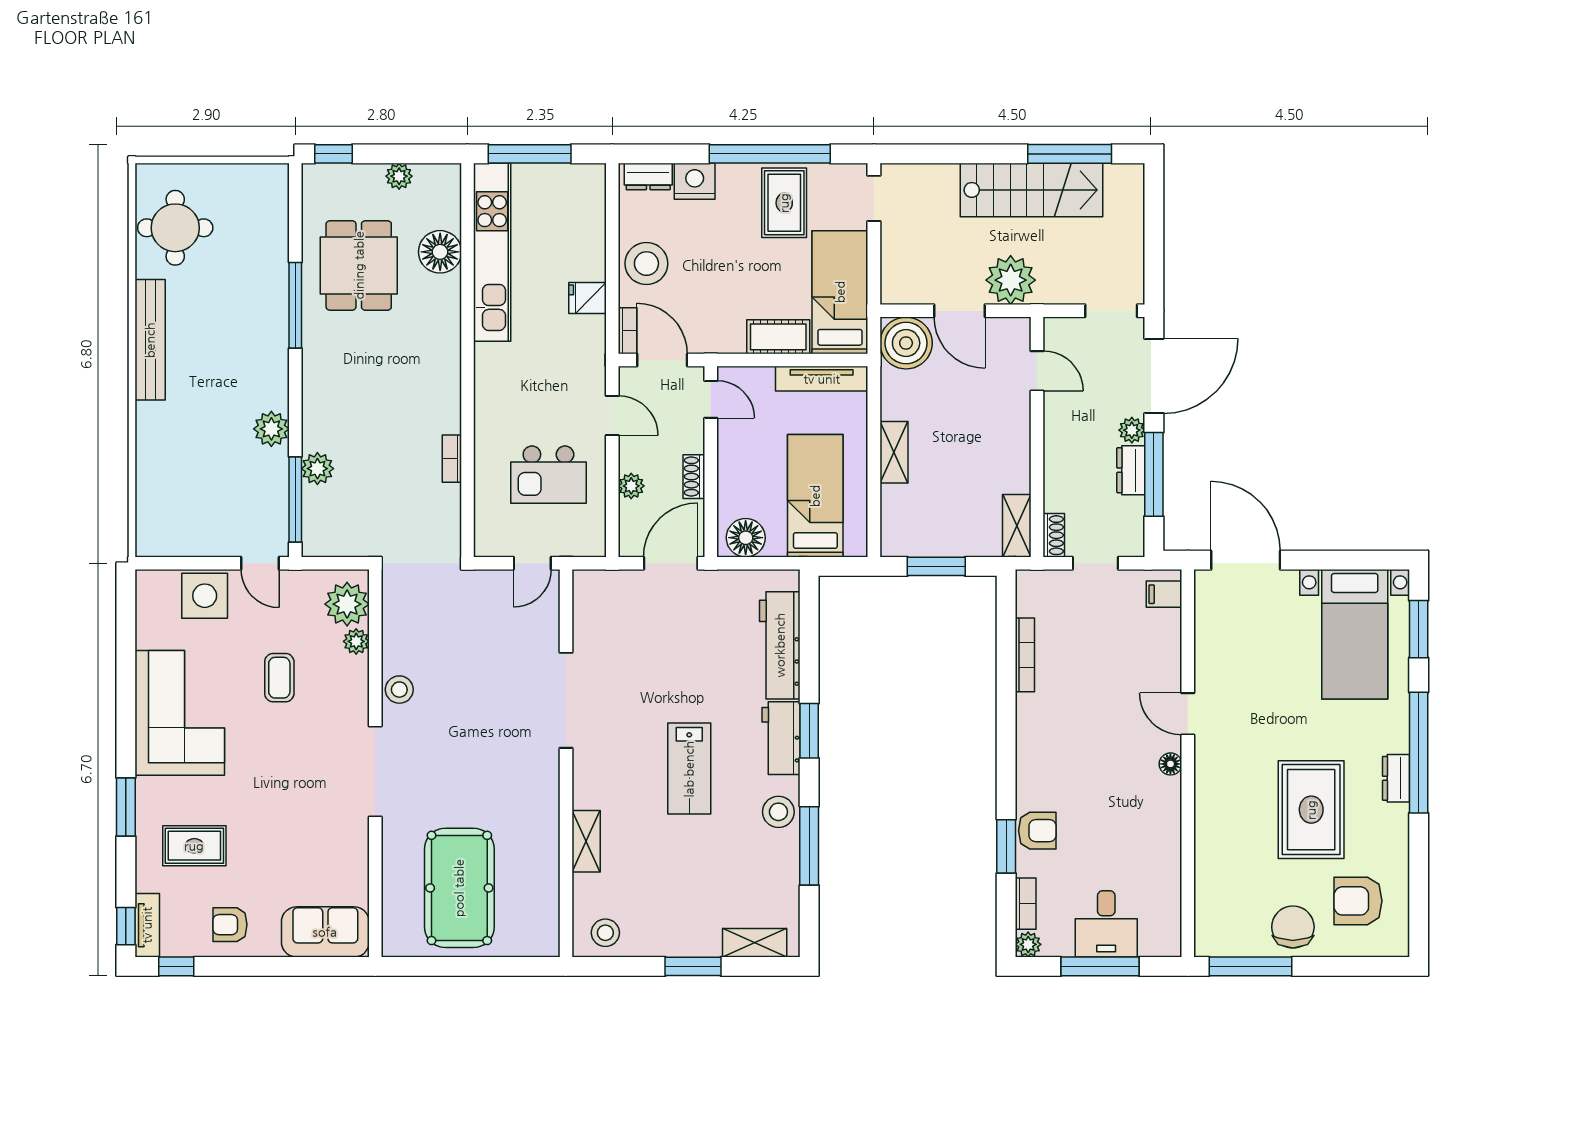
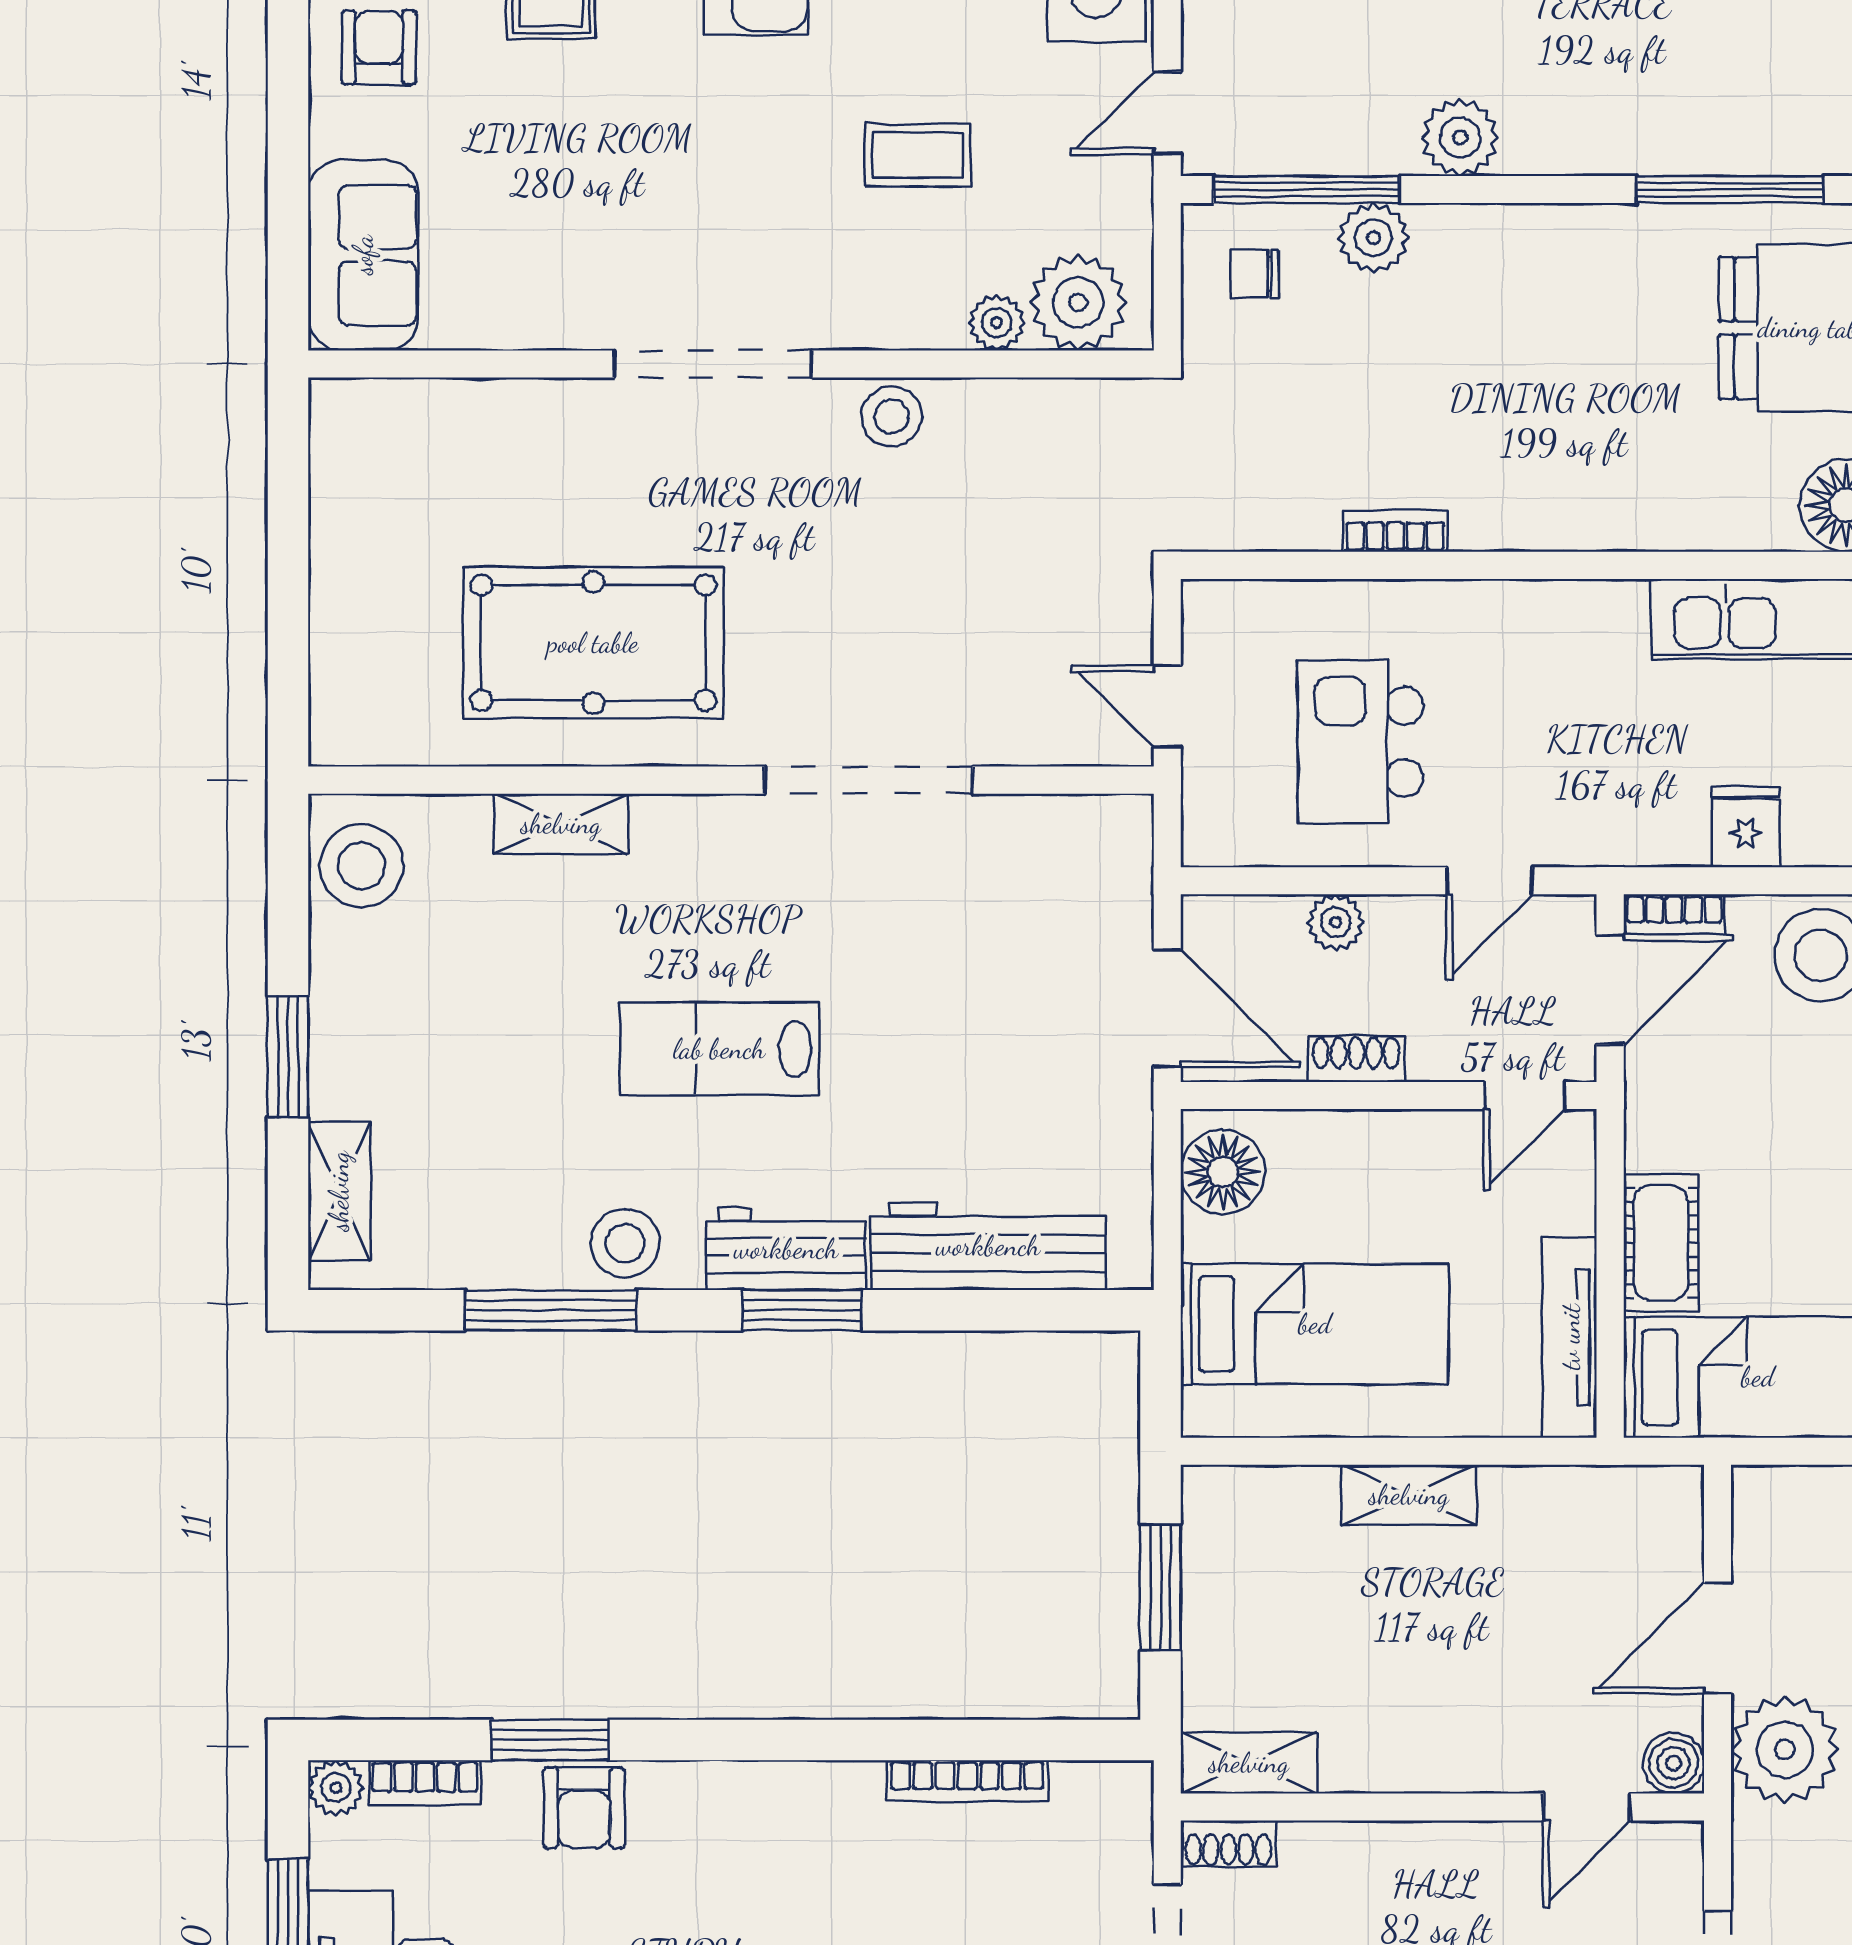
boiler: (906, 343) -> (1674, 1763), moved, width x0.54, depth x0.54
chair: (334, 523) -> (1255, 274), added
pool table: (459, 888) -> (593, 643), moved
stool: (605, 933) -> (361, 866), width x1.38, depth x1.38

